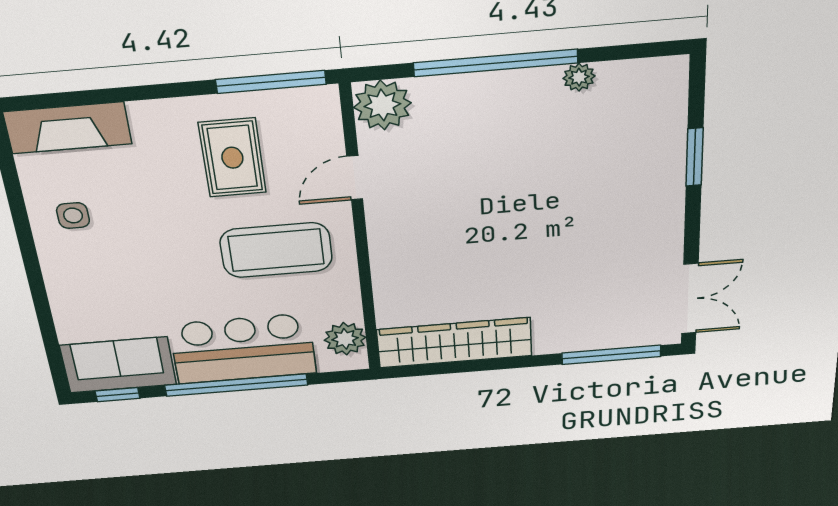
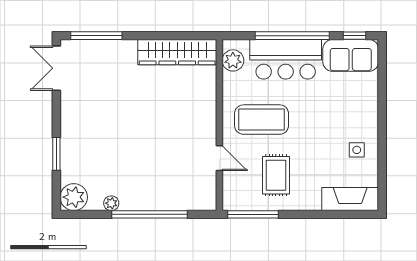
plant: (382, 105) -> (74, 197), moved
door: (355, 178) -> (219, 158), hinge flipped

